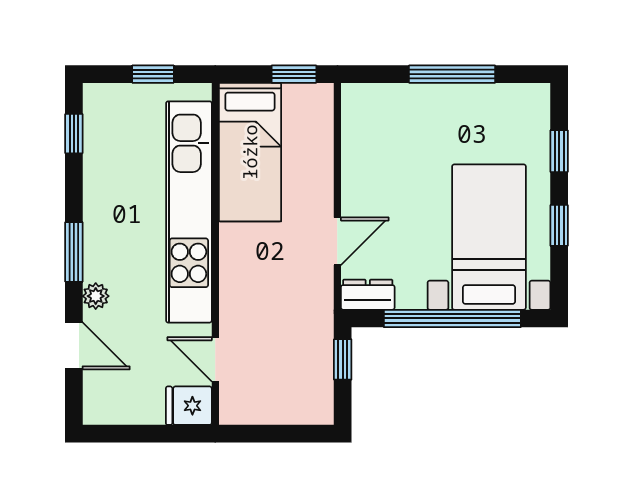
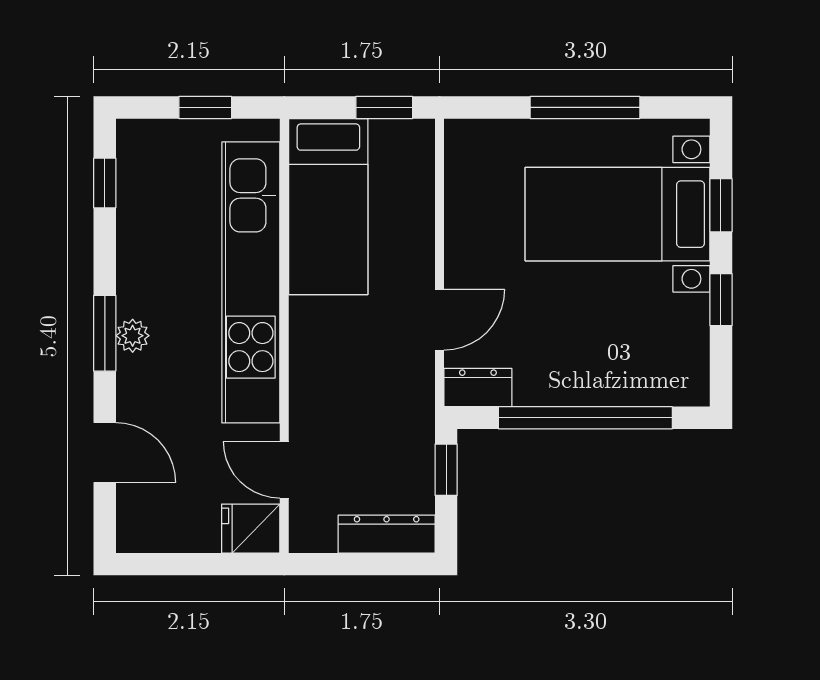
bed with nightstands: (489, 237) -> (618, 214), moved, turned -90
plant: (96, 296) -> (133, 336), moved
dresser: (296, 410) -> (387, 534), added

